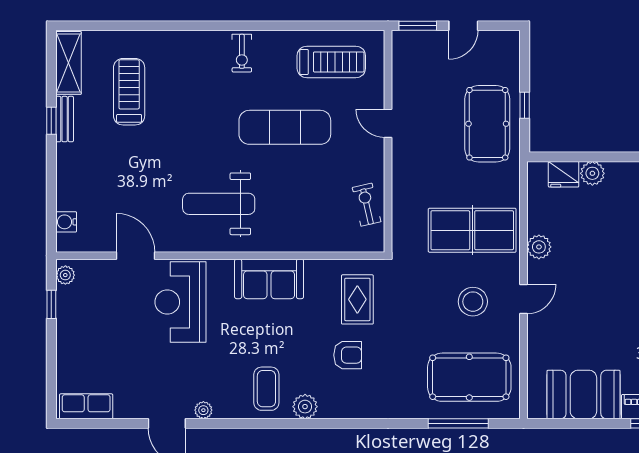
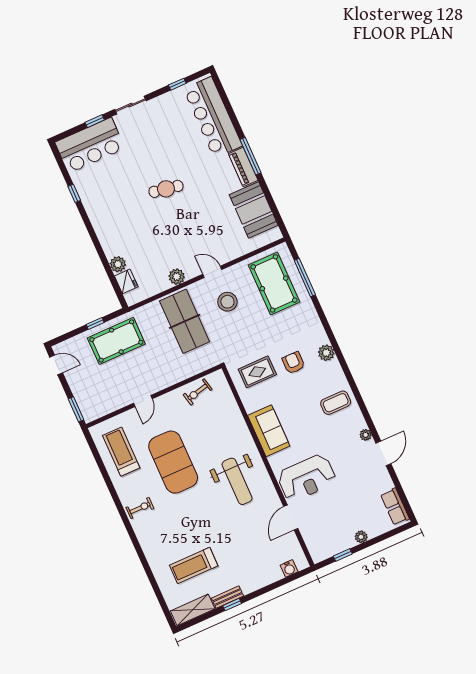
door: (463, 26) -> (56, 365), moved
exercise mat: (285, 127) -> (173, 462), width x1.47
plant: (65, 275) -> (361, 537), moved
plant: (305, 407) -> (326, 353), moved

